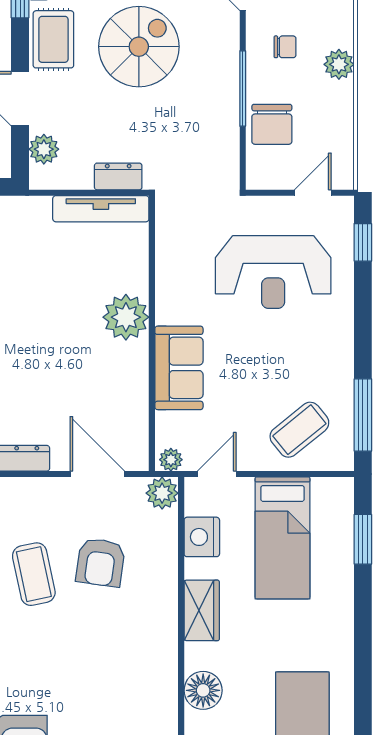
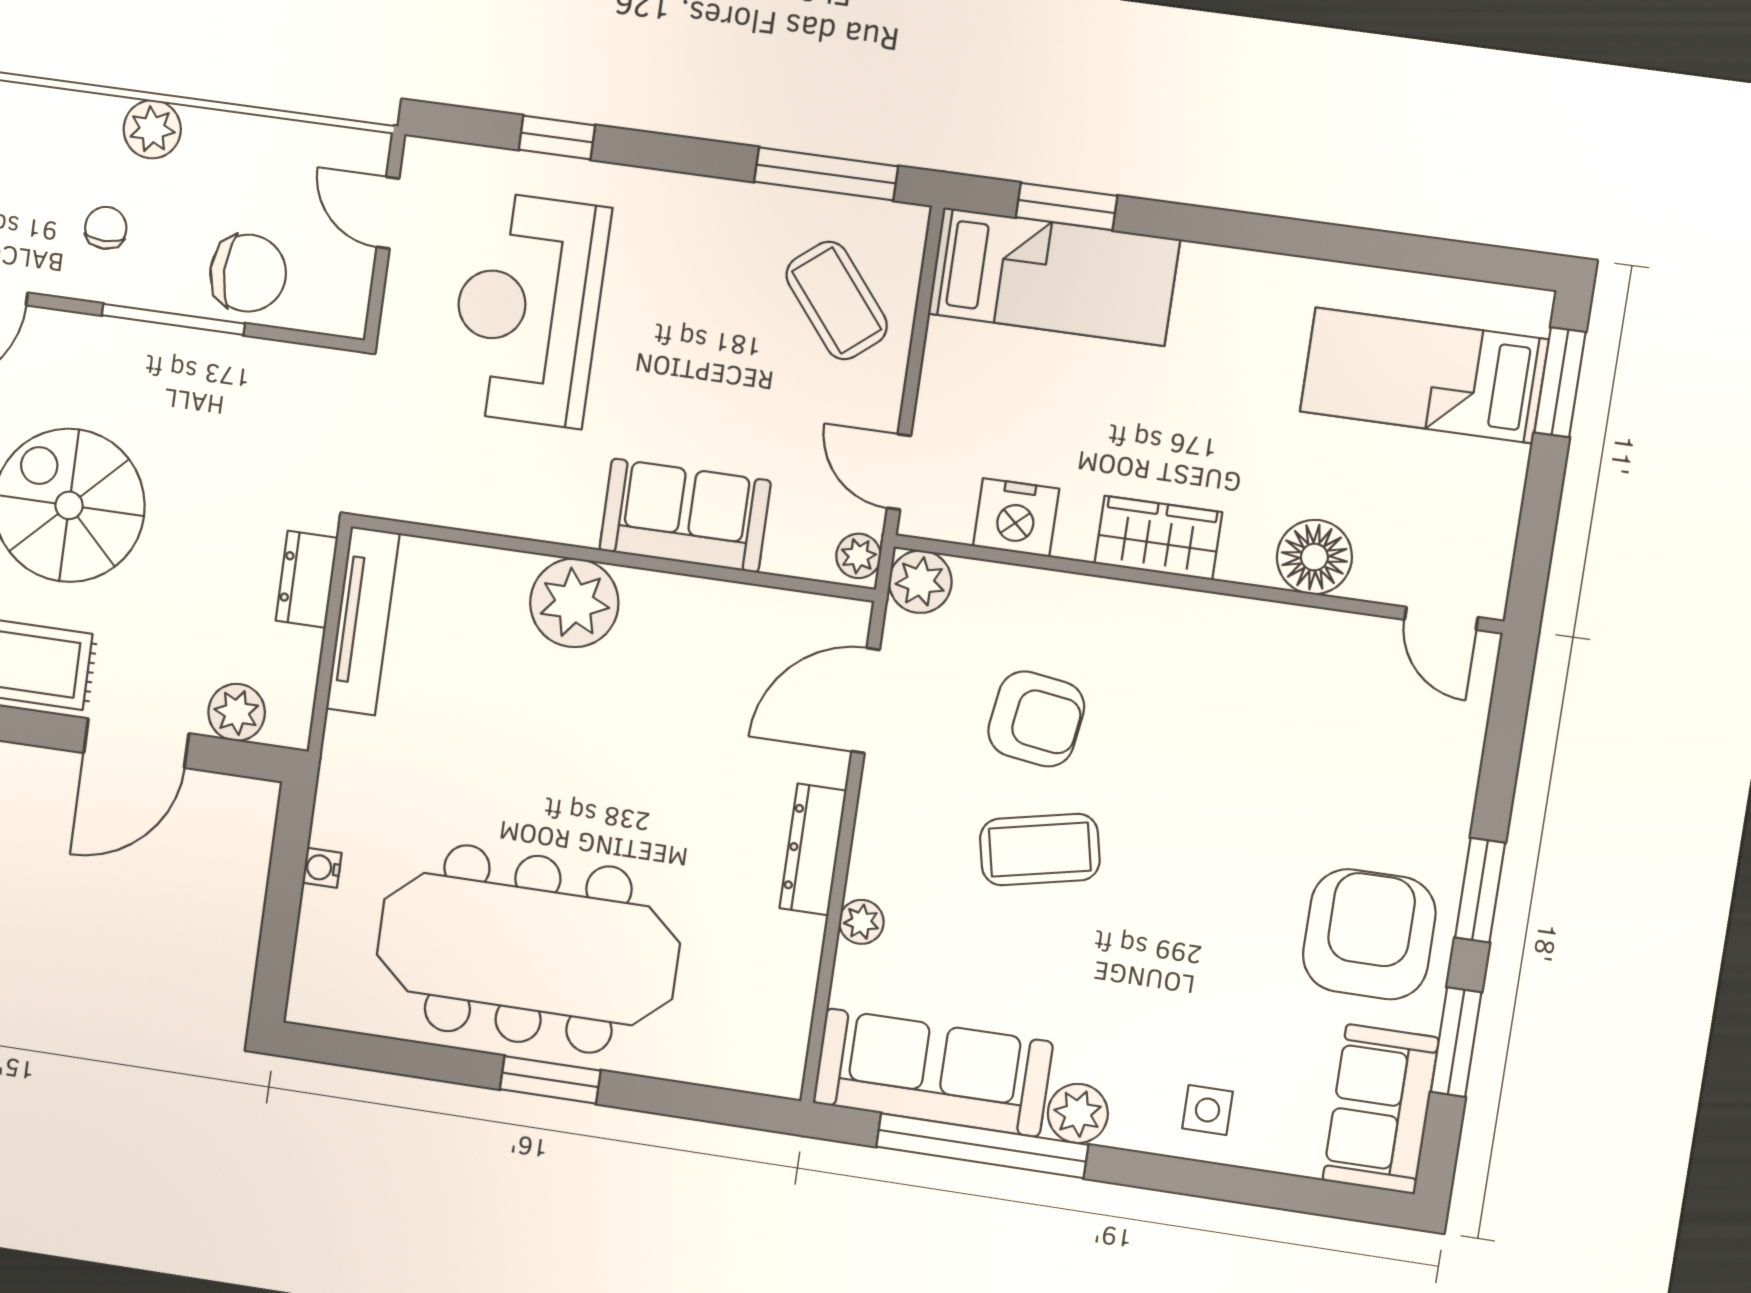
window: (363, 242) -> (557, 137), moved
reception desk: (273, 272) -> (528, 309), turned 180
bed: (283, 538) -> (1054, 277), moved

